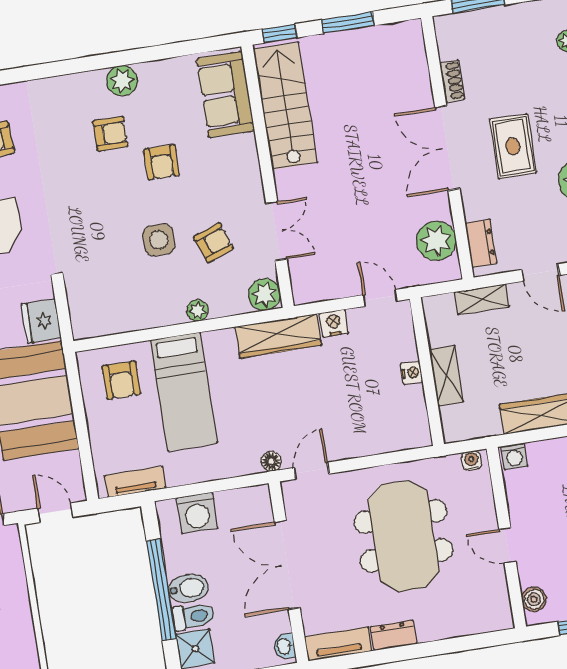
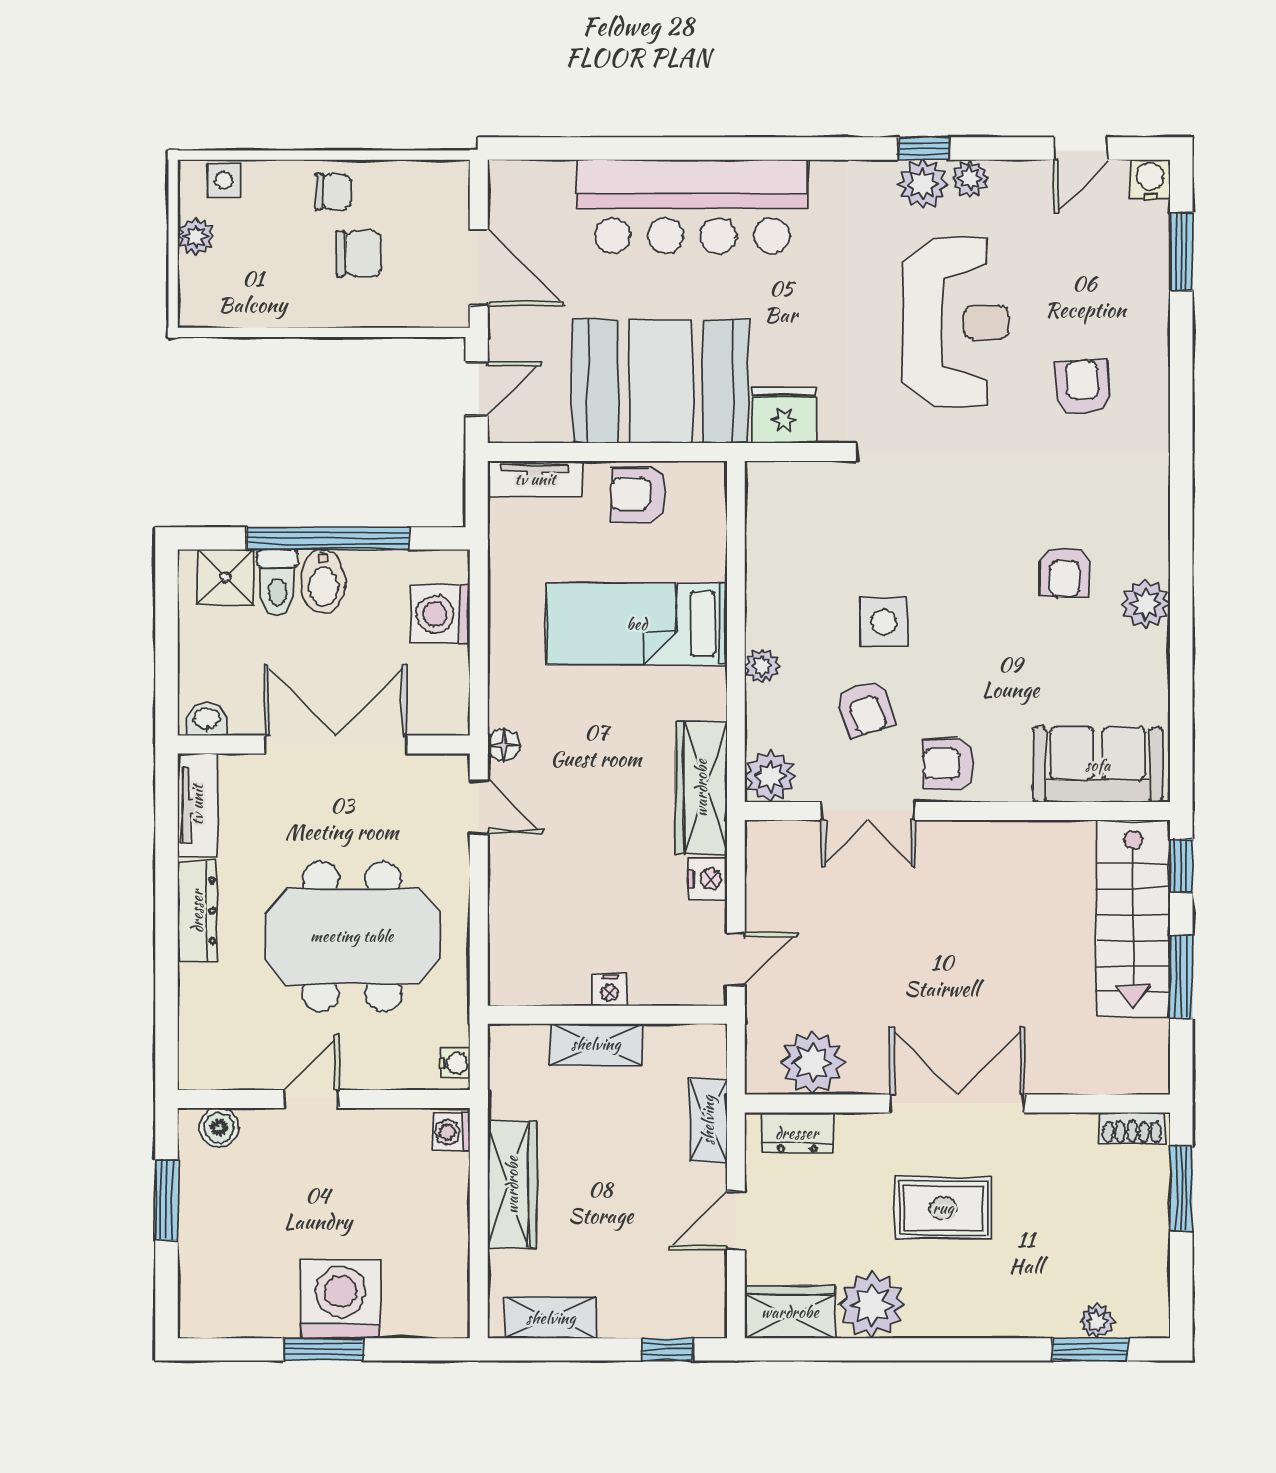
shoe rack: (452, 81) -> (1132, 1128), moved
stairs: (285, 106) -> (1133, 918), moved, turned 90
armchair: (162, 162) -> (948, 763), moved
armchair: (121, 380) -> (638, 494), moved
tv unit: (135, 482) -> (535, 479), moved, turned 90
dresser: (394, 635) -> (197, 911), width x1.44

